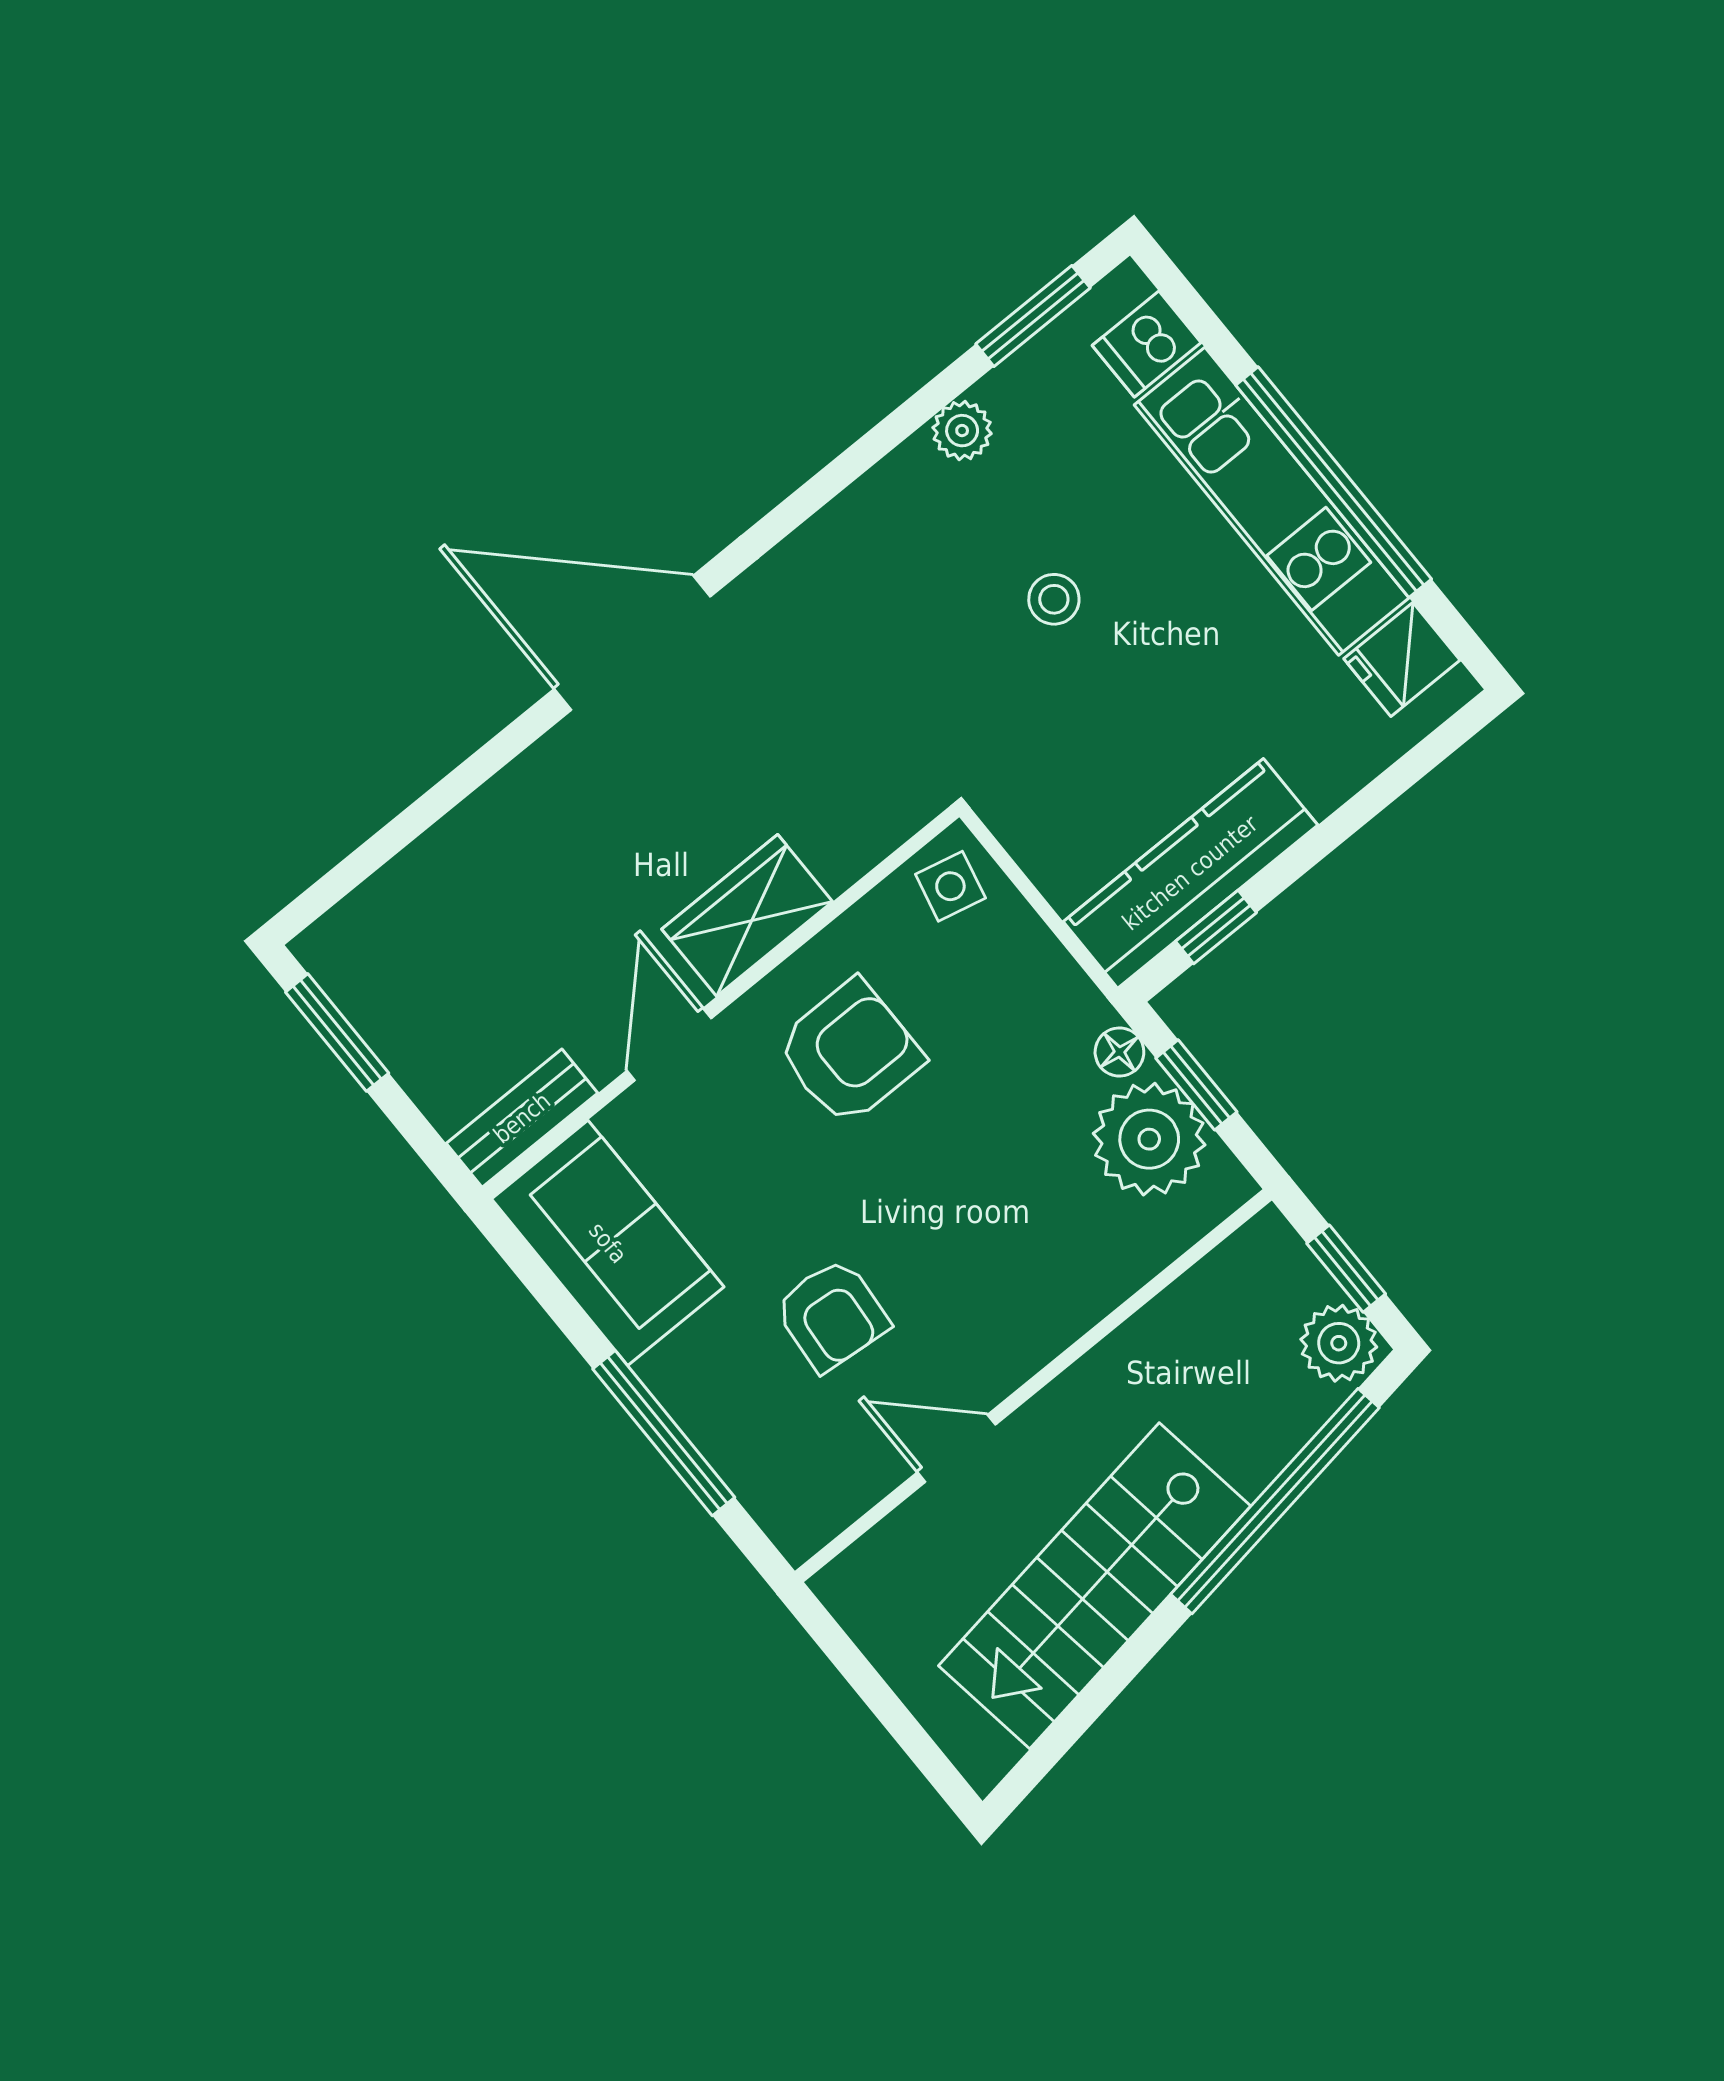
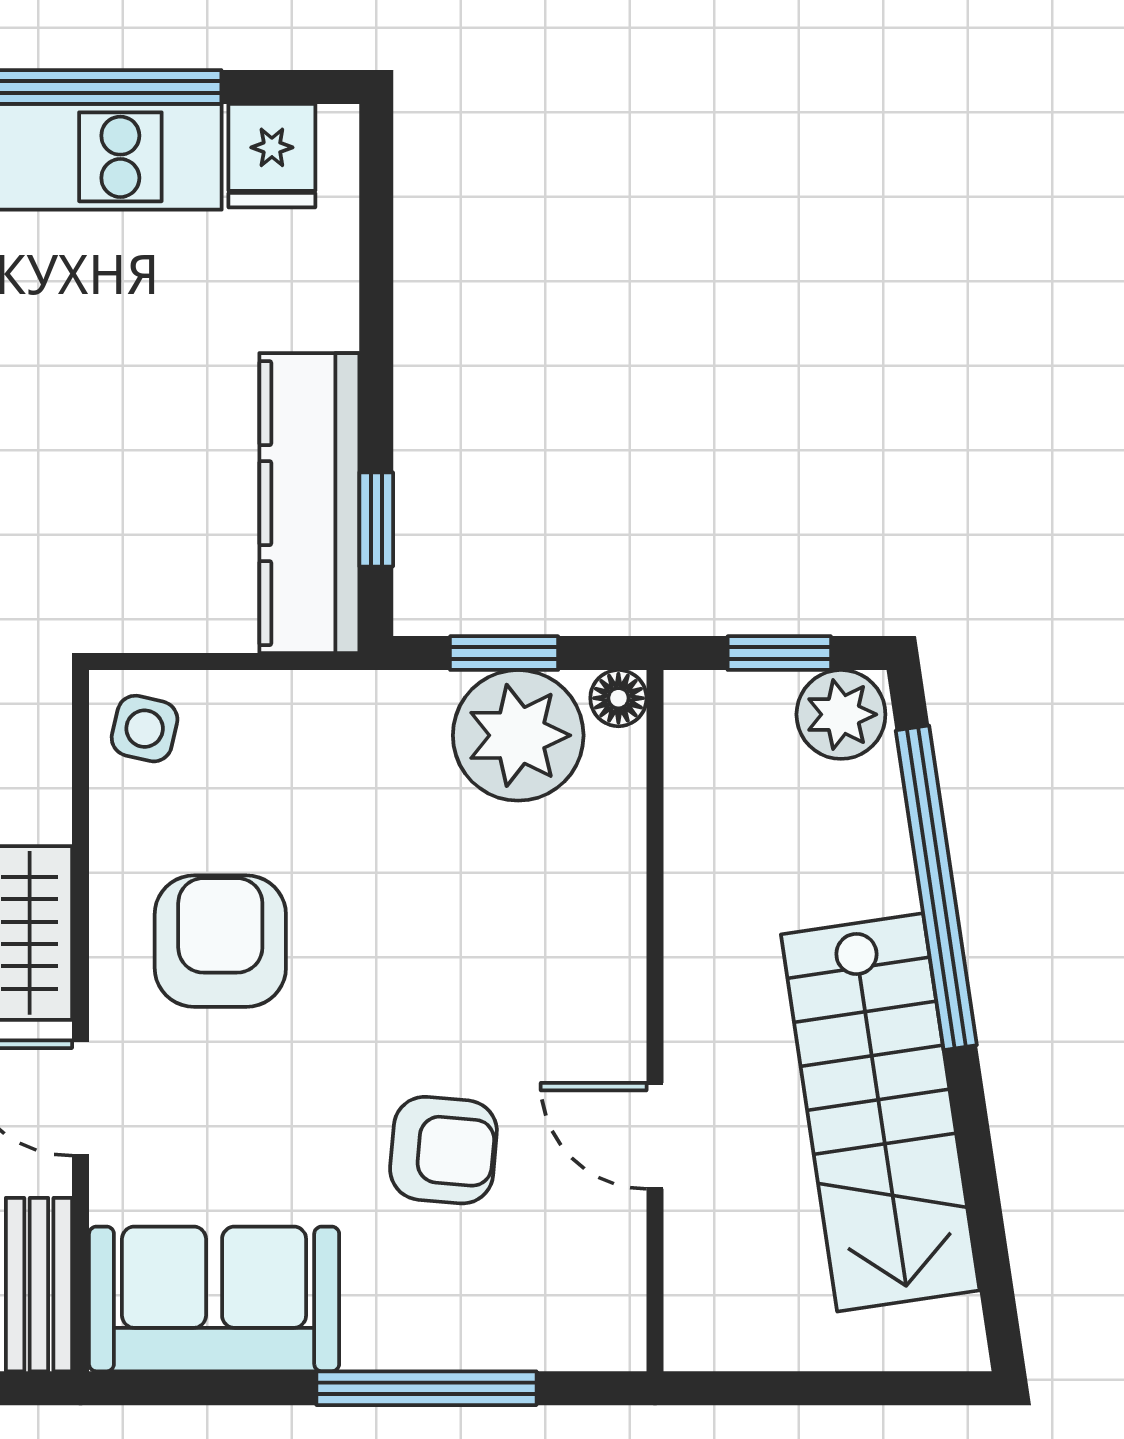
floor lamp: (1119, 1052) -> (618, 698), moved
door: (956, 1448) -> (655, 1136), hinge flipped

